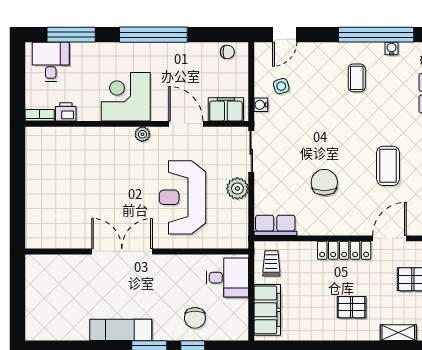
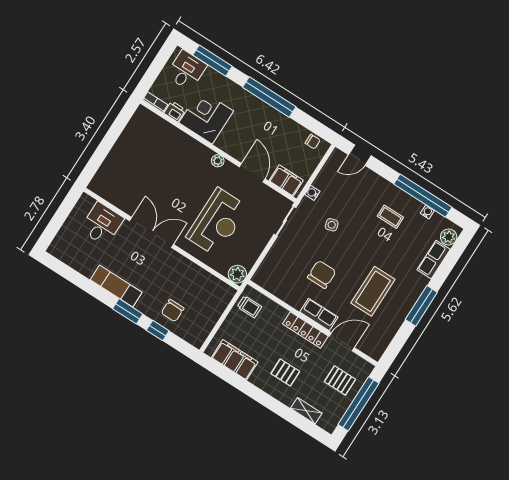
coffee table: (357, 78) -> (390, 217), turned 90
side table: (281, 86) -> (332, 225), moved
corner desk: (126, 97) -> (206, 117), moved
coffee table: (388, 166) -> (373, 291), width x1.36, depth x1.32
plant: (237, 188) -> (237, 274), moved
reception desk: (182, 197) -> (217, 222), turned 180
row of seats: (275, 225) -> (319, 314), moved
trolley: (271, 263) -> (249, 307), turned 90
desk: (227, 278) -> (102, 224), moved, turned -90
filing cabinet: (267, 310) -> (235, 360), moved, turned -90

